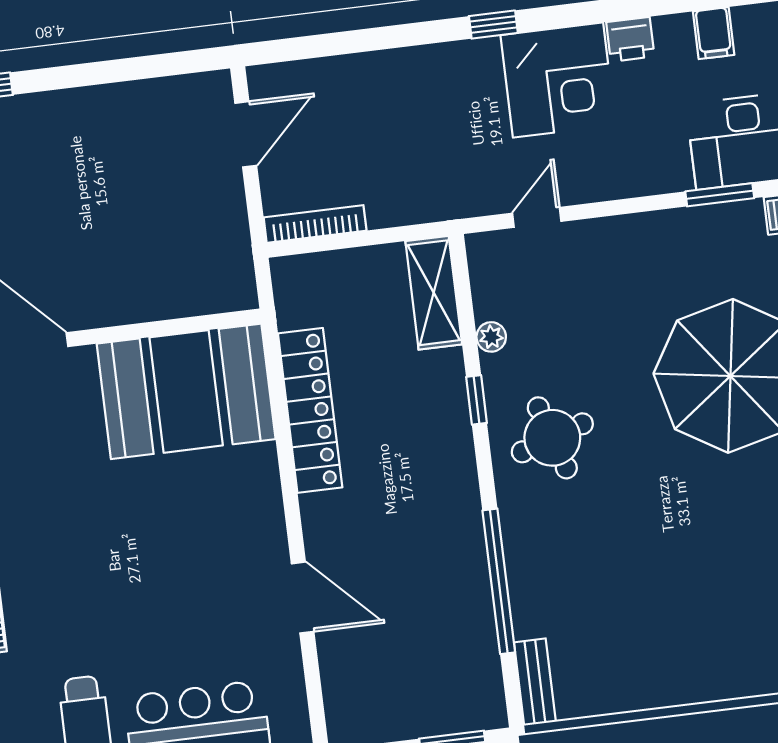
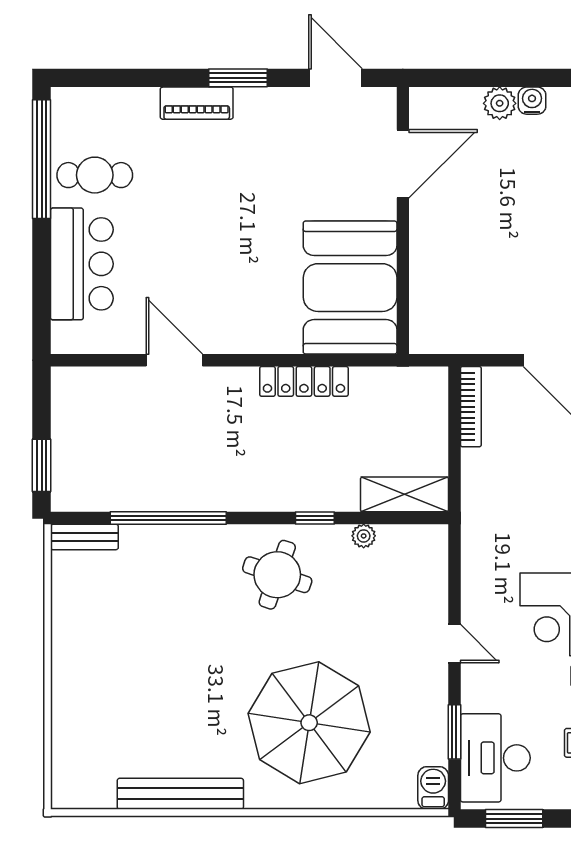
door: (537, 217) -> (454, 644), moved
locker: (310, 410) -> (304, 381), width x0.71, depth x0.83
round table: (552, 438) -> (277, 575), turned 37
door: (303, 598) -> (174, 360), swing flipped

